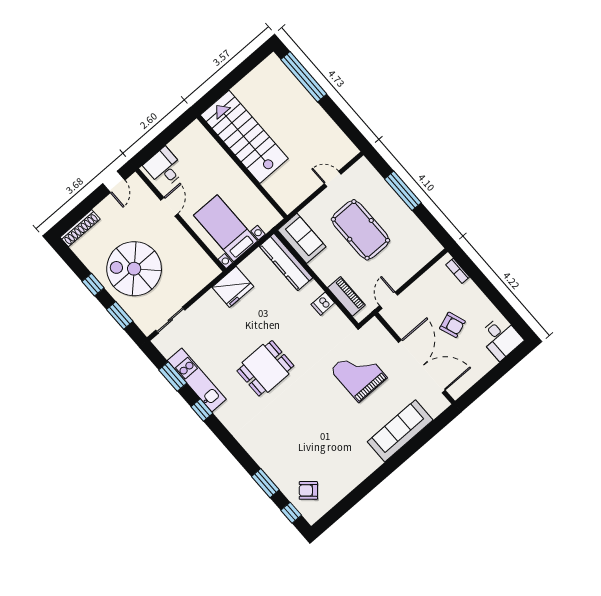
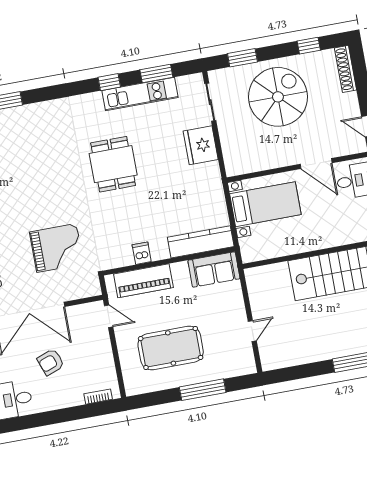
door: (169, 207) -> (316, 164), width x1.38
pool table: (360, 230) -> (171, 348), moved
window: (93, 285) -> (309, 46), moved
fridge: (233, 287) -> (201, 145), moved
piano: (346, 296) -> (143, 281), width x1.37, depth x1.33

